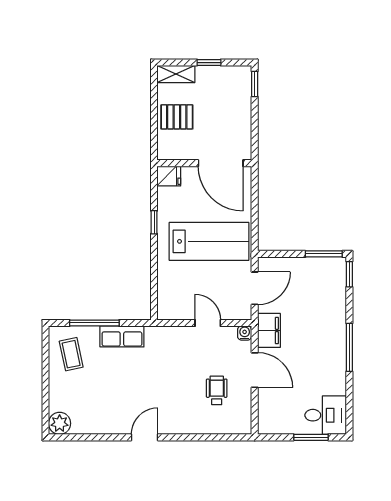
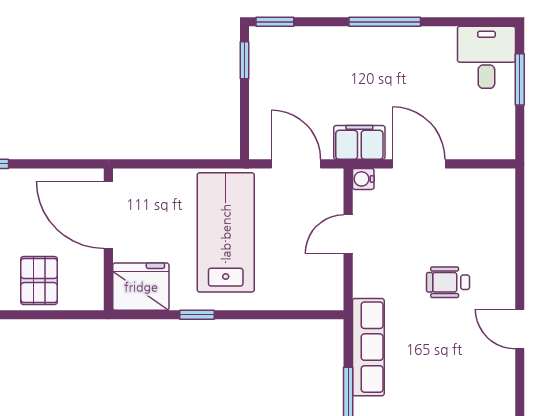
door: (221, 163) -> (108, 215), swing flipped
fridge: (169, 176) -> (141, 287), width x1.88, depth x1.34
window: (324, 254) -> (245, 60), width x0.67
row of seats: (122, 336) -> (368, 347), width x1.48
door: (255, 370) -> (419, 164), hinge flipped
wheelchair: (217, 390) -> (448, 282), moved

